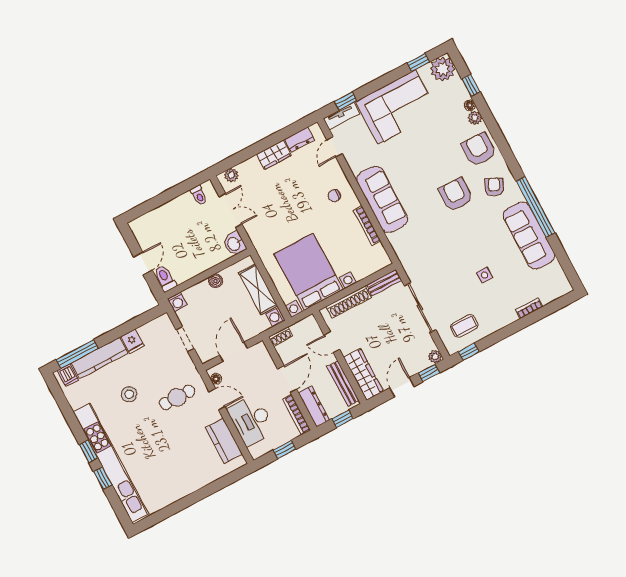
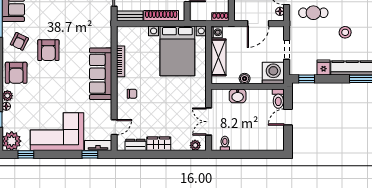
washbasin: (234, 244) -> (238, 96), moved, turned 90
washing machine: (177, 302) -> (273, 73), width x1.89, depth x1.89
window: (145, 318) -> (307, 79), added

